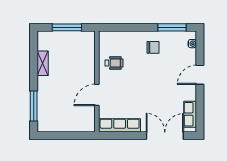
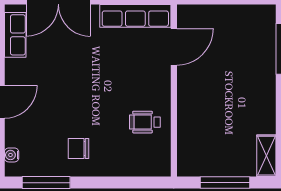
shelving: (43, 63) -> (266, 156), moved
door: (97, 95) -> (174, 47), moved

